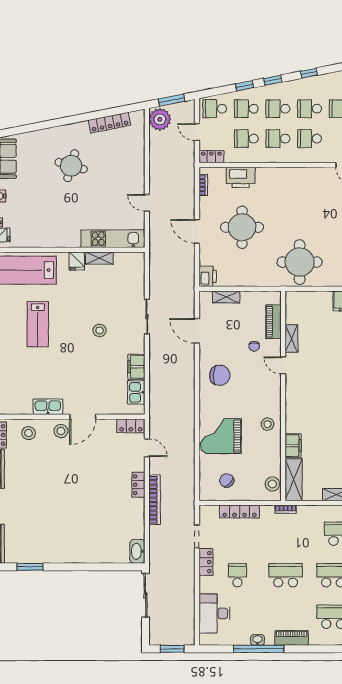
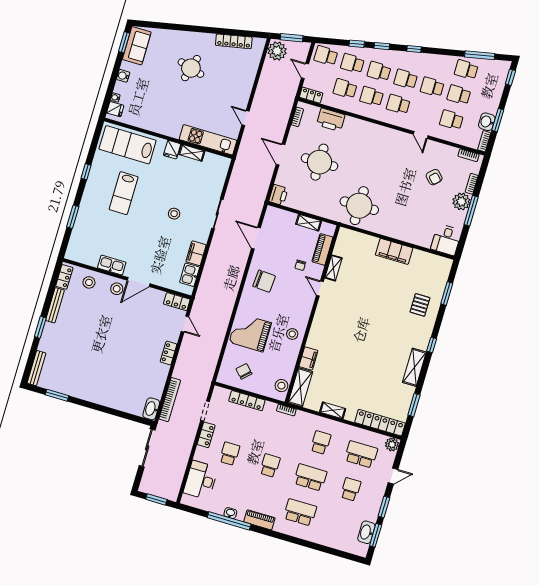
shelving: (226, 297) -> (309, 223), moved
bookcase: (155, 500) -> (170, 400), moved
school desk: (286, 575) -> (270, 466), width x0.54

